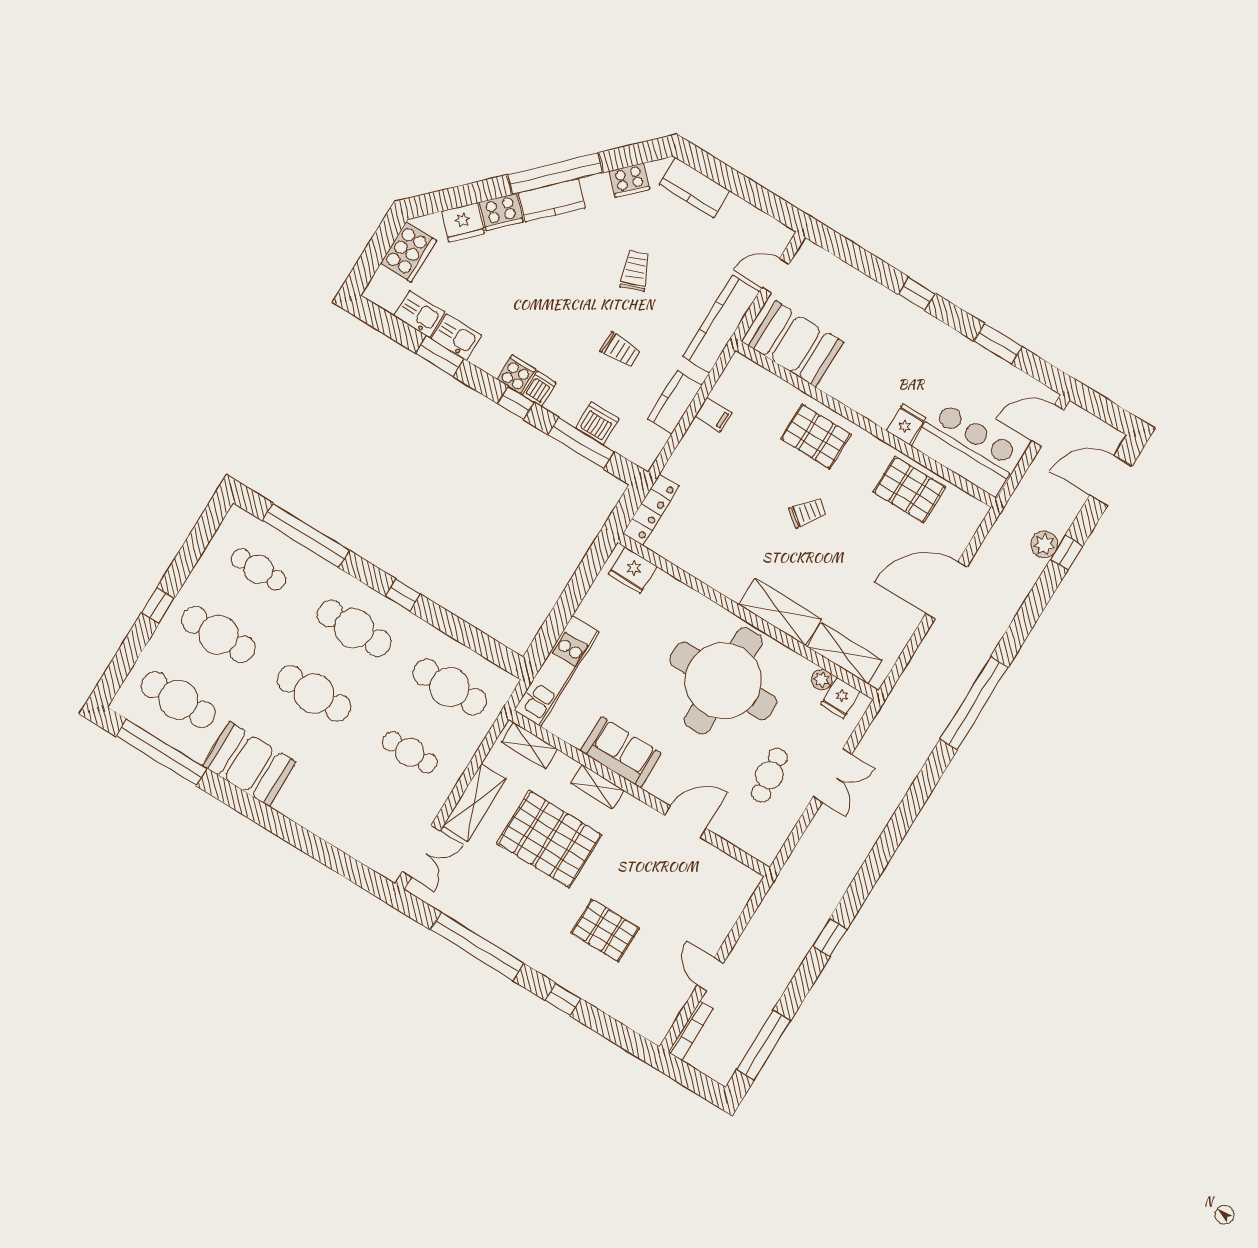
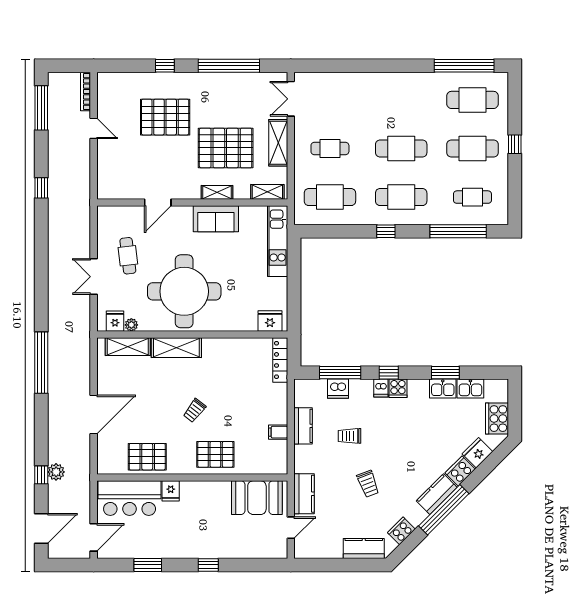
kitchen counter: (721, 324) -> (304, 494), width x0.67
booth: (249, 764) -> (413, 89), removed
pallet: (605, 930) -> (165, 117), width x1.37, depth x1.41

